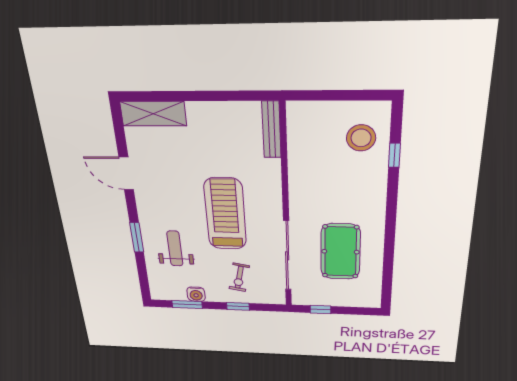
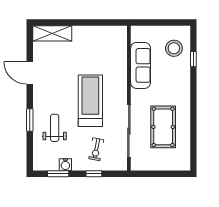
bench: (271, 130) -> (122, 43), removed
sofa: (304, 164) -> (141, 65), added
window: (321, 310) -> (150, 174), removed

